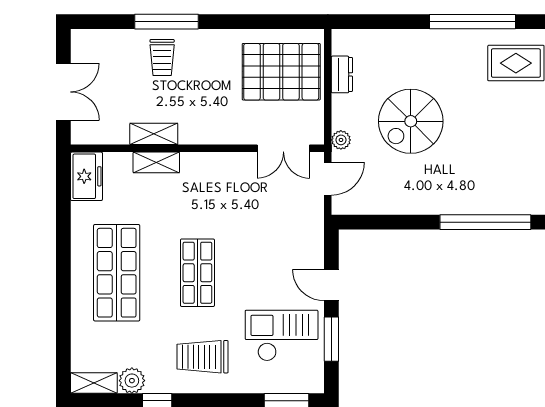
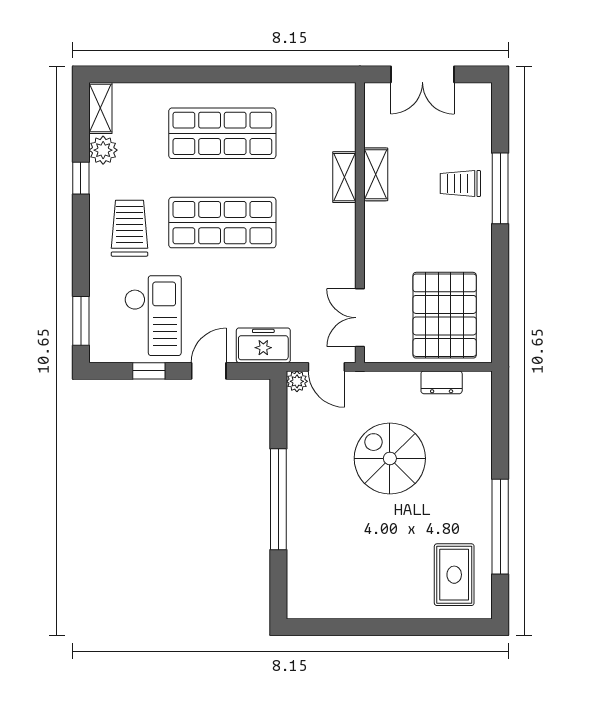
plant: (341, 140) -> (297, 381), moved
freezer: (86, 176) -> (263, 345), moved, turned 180
window: (485, 222) -> (278, 499), moved
shop shelf: (197, 273) -> (222, 223), width x1.43, depth x1.36
window: (331, 339) -> (149, 371), width x0.67

